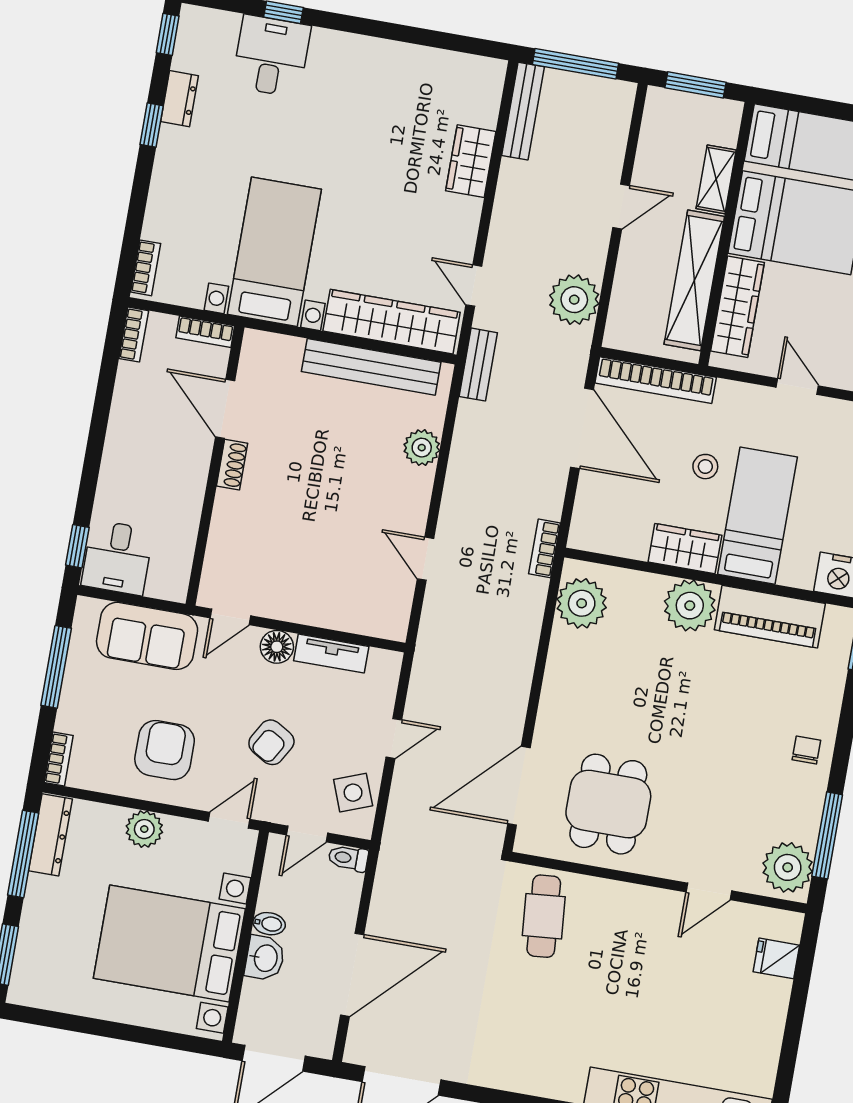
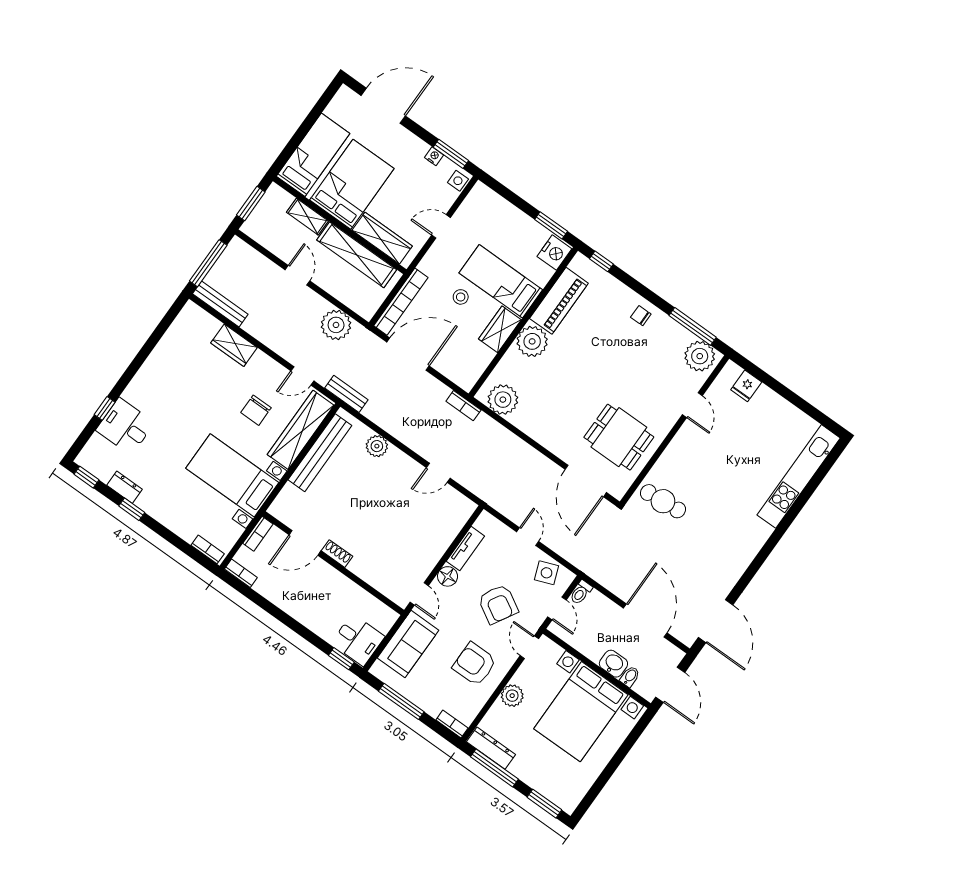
chair: (389, 241) -> (256, 410), added
armchair: (271, 742) -> (498, 604), width x1.38, depth x1.38
bidet: (269, 924) -> (630, 677), moved

